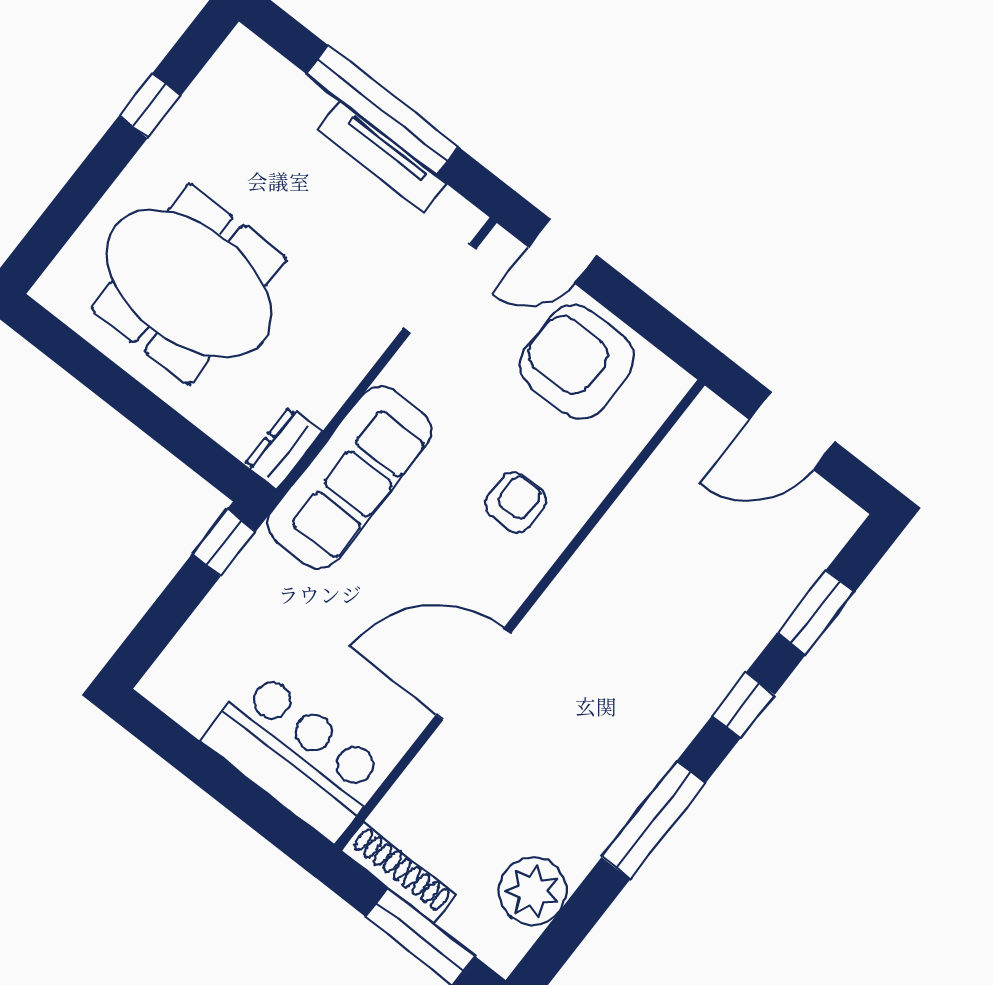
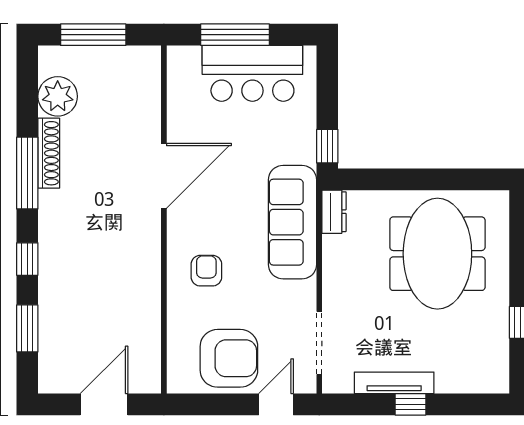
window: (382, 110) -> (410, 404), width x0.32
meeting table: (189, 284) -> (437, 254), turned 90
armchair: (516, 503) -> (206, 271), turned 180
bar counter: (295, 756) -> (252, 73), moved
window: (231, 788) -> (235, 35), added
shoe rack: (399, 873) -> (49, 153), moved, turned -90

